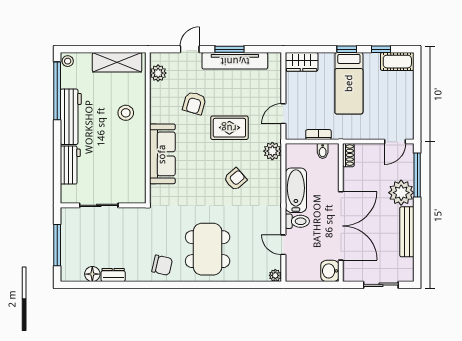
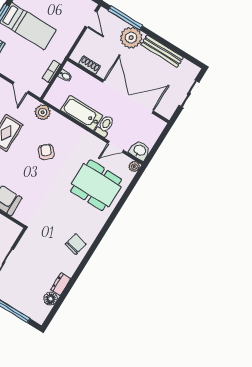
shoe rack: (348, 155) -> (90, 65), moved
dining table: (208, 249) -> (96, 185), moved
washbasin: (330, 271) -> (140, 151), moved, turned 180

